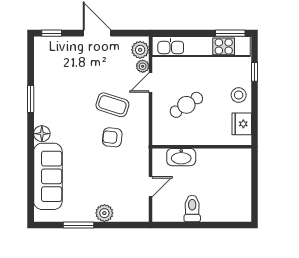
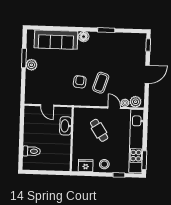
toilet: (192, 208) -> (32, 151), moved
plant: (104, 213) -> (31, 65), moved

